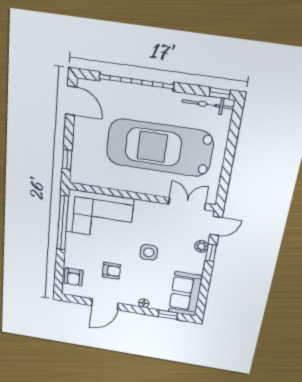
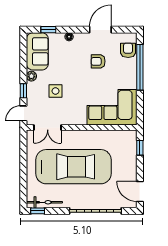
window: (63, 223) -> (140, 67), moved
plant: (201, 246) -> (31, 76), moved
side table: (149, 252) -> (55, 91), moved

